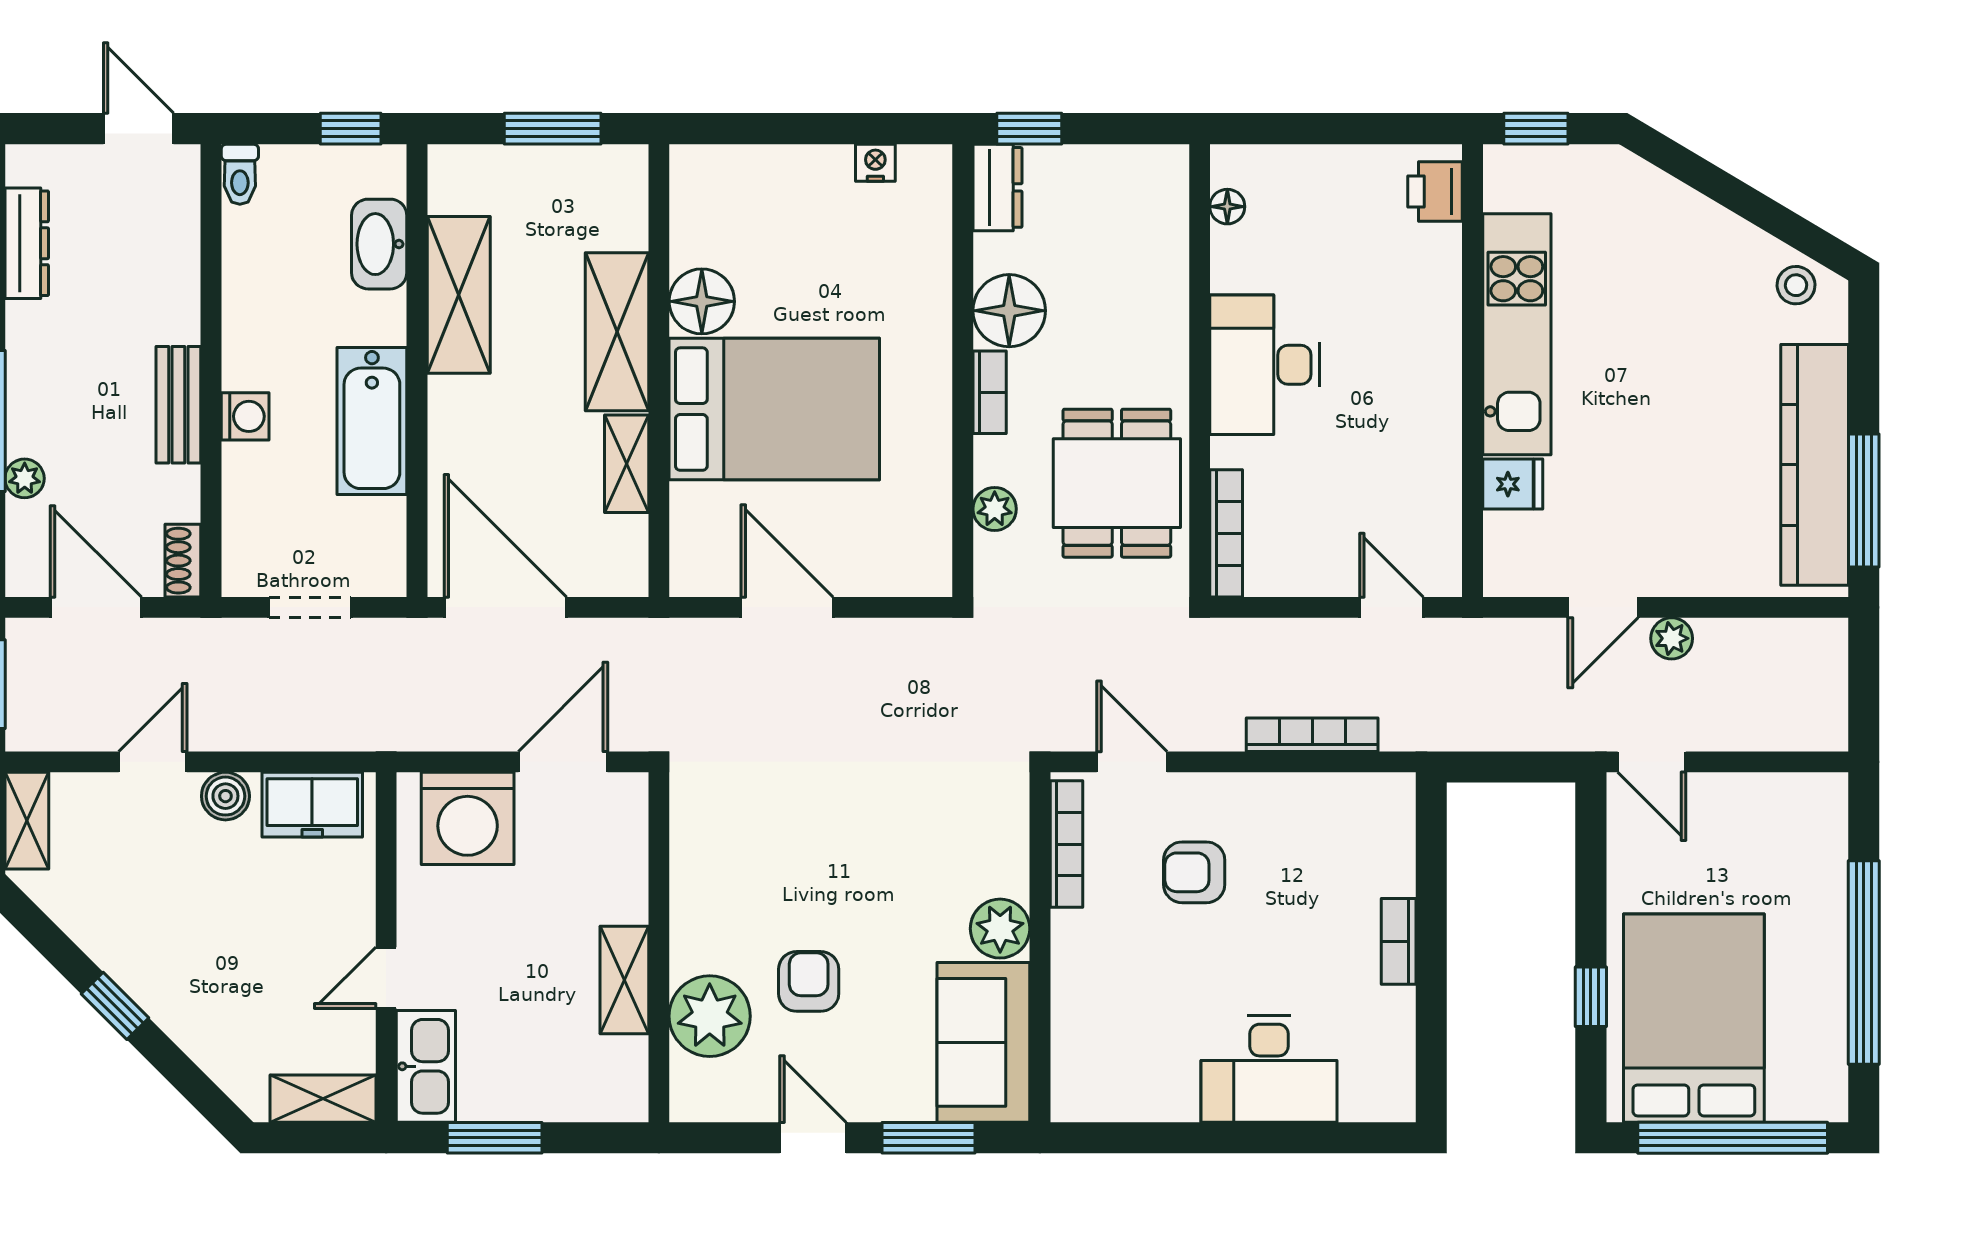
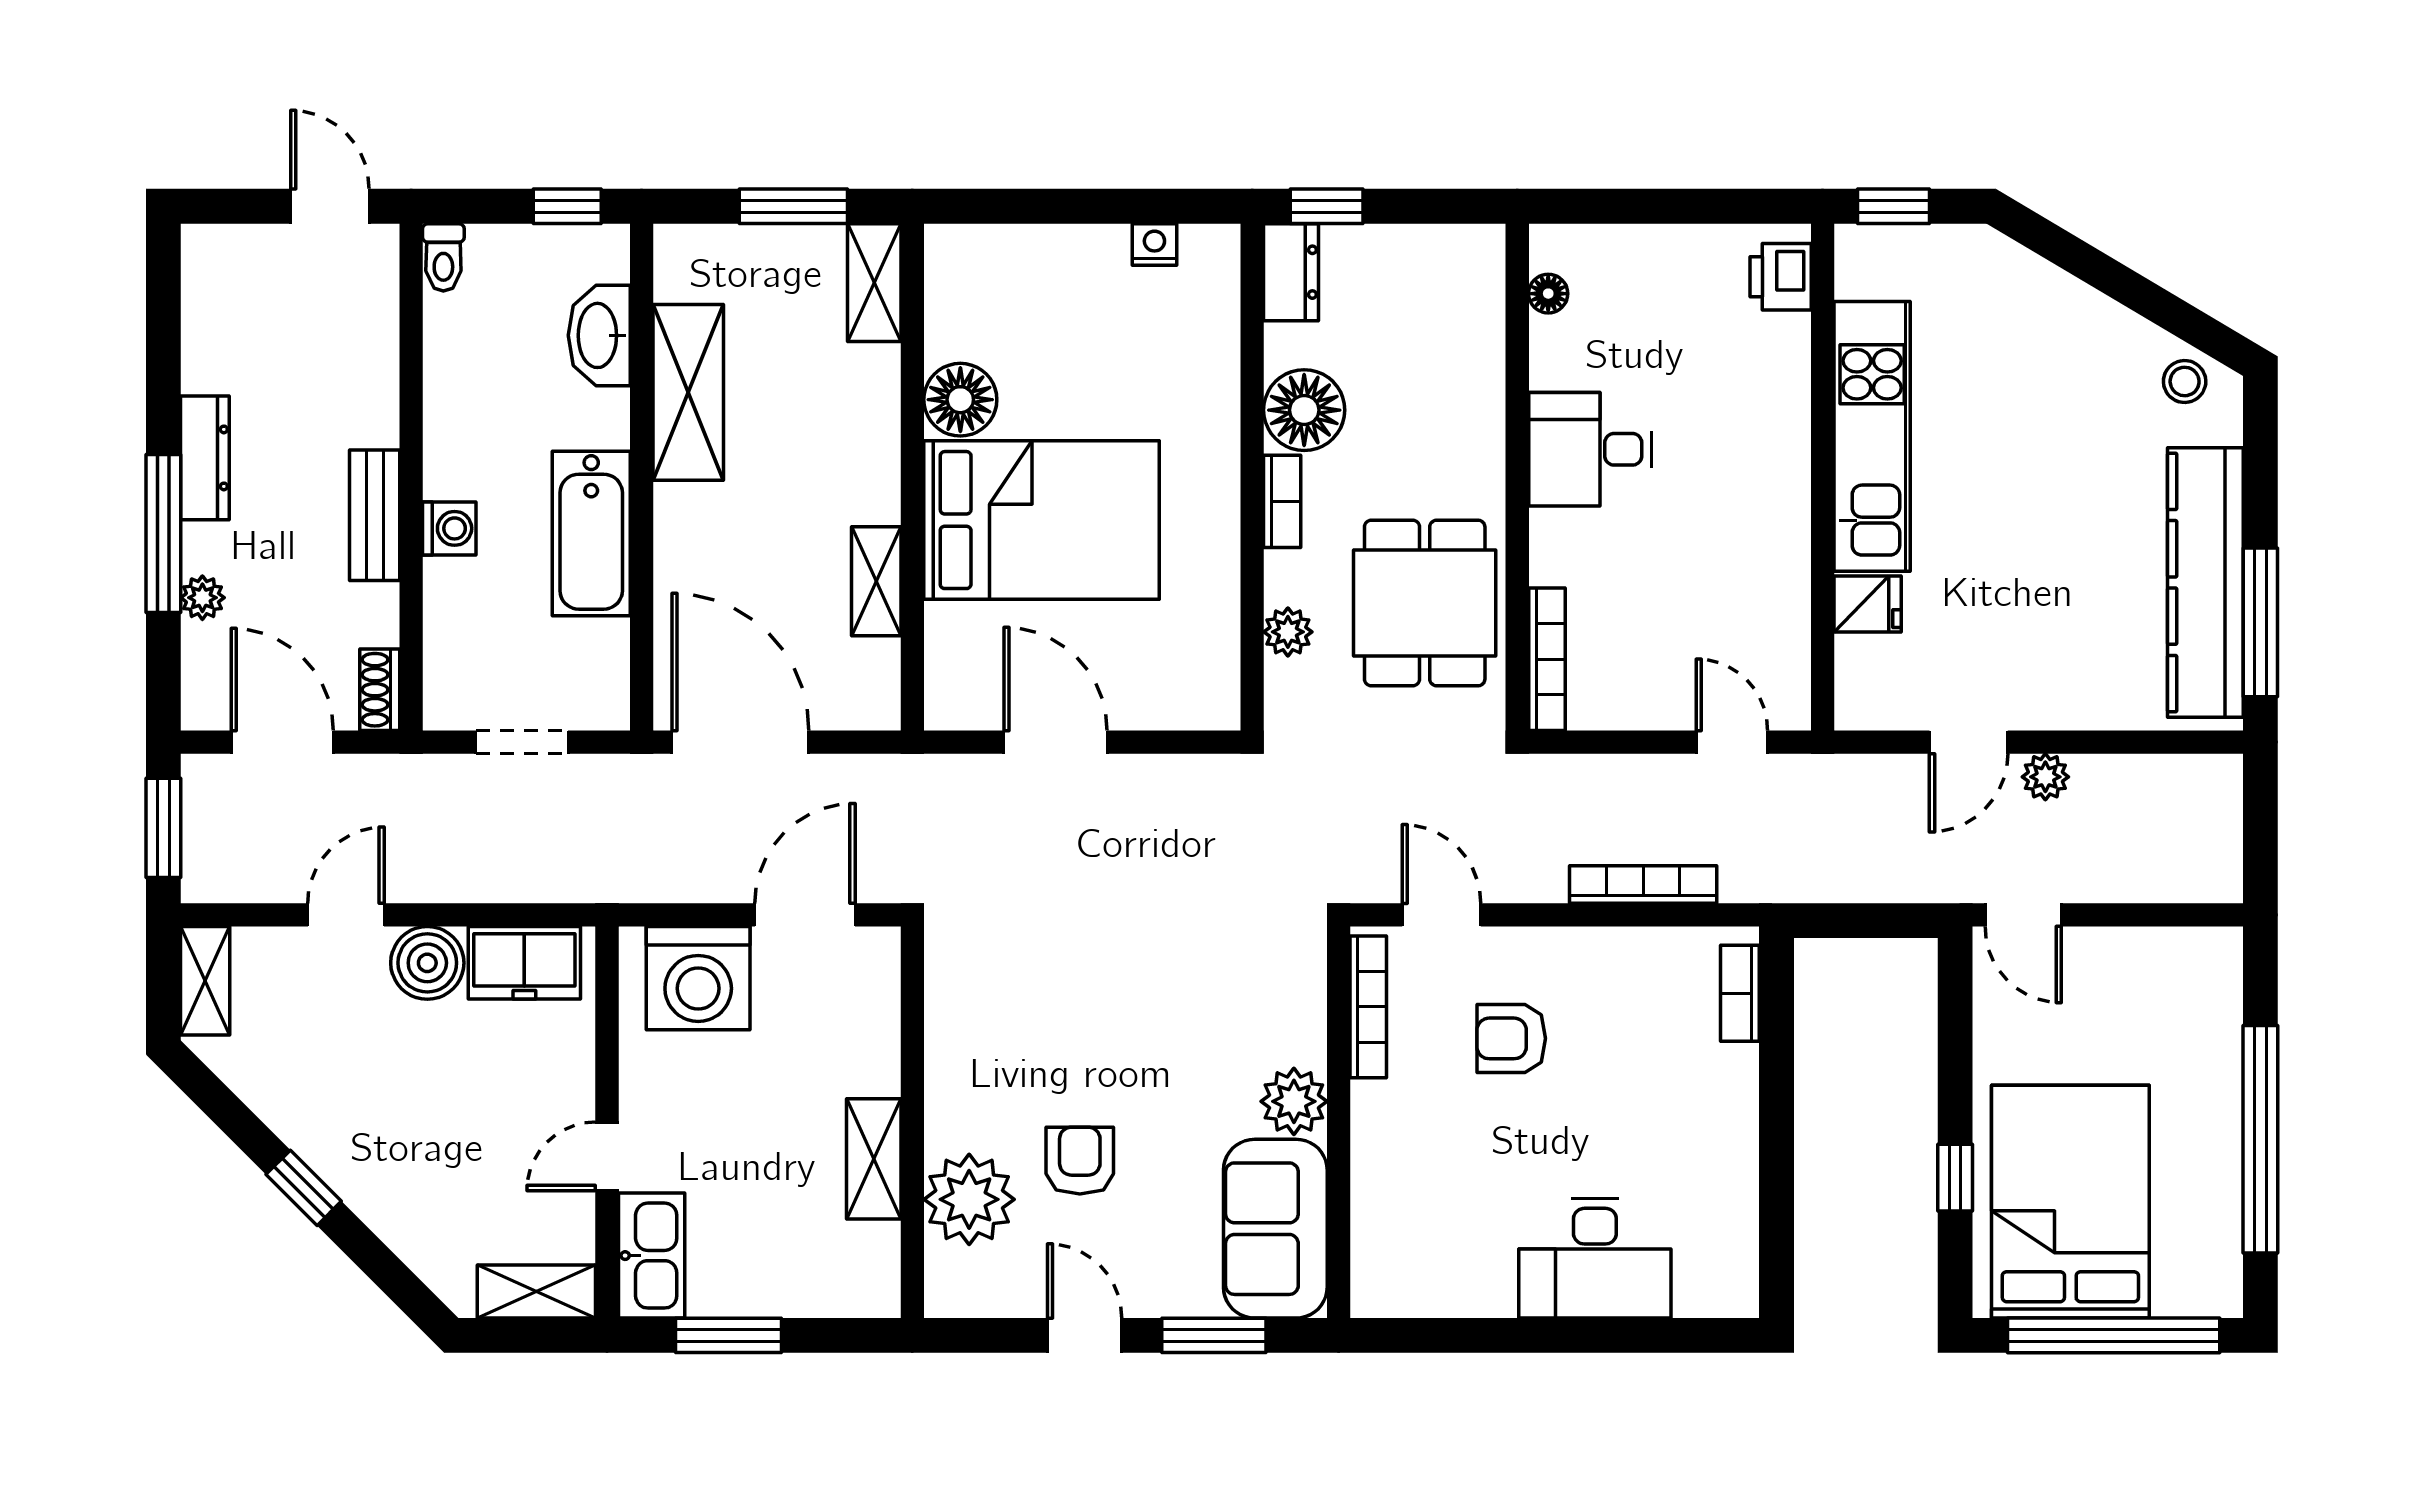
dresser: (27, 243) -> (205, 458), moved
shelving: (617, 332) -> (874, 283), moved, width x0.67, depth x0.75
desk: (1265, 365) -> (1590, 449), width x0.73
boiler: (225, 796) -> (427, 963), width x1.36, depth x1.36
bookcase: (1399, 941) -> (1740, 993), moved

